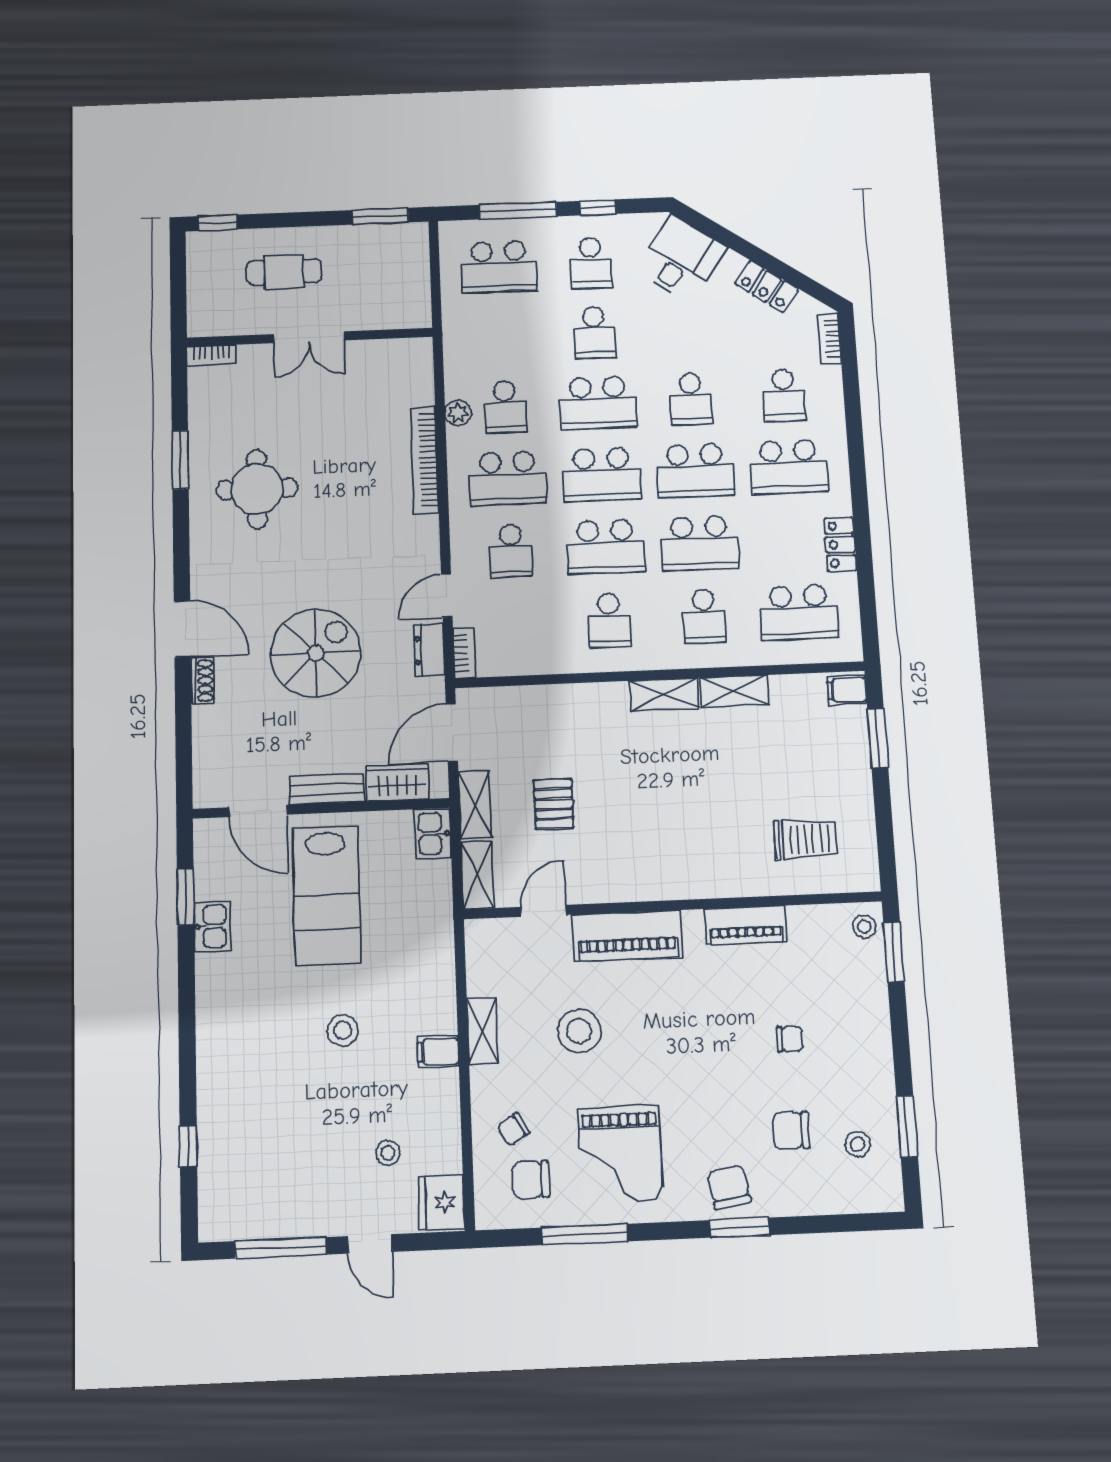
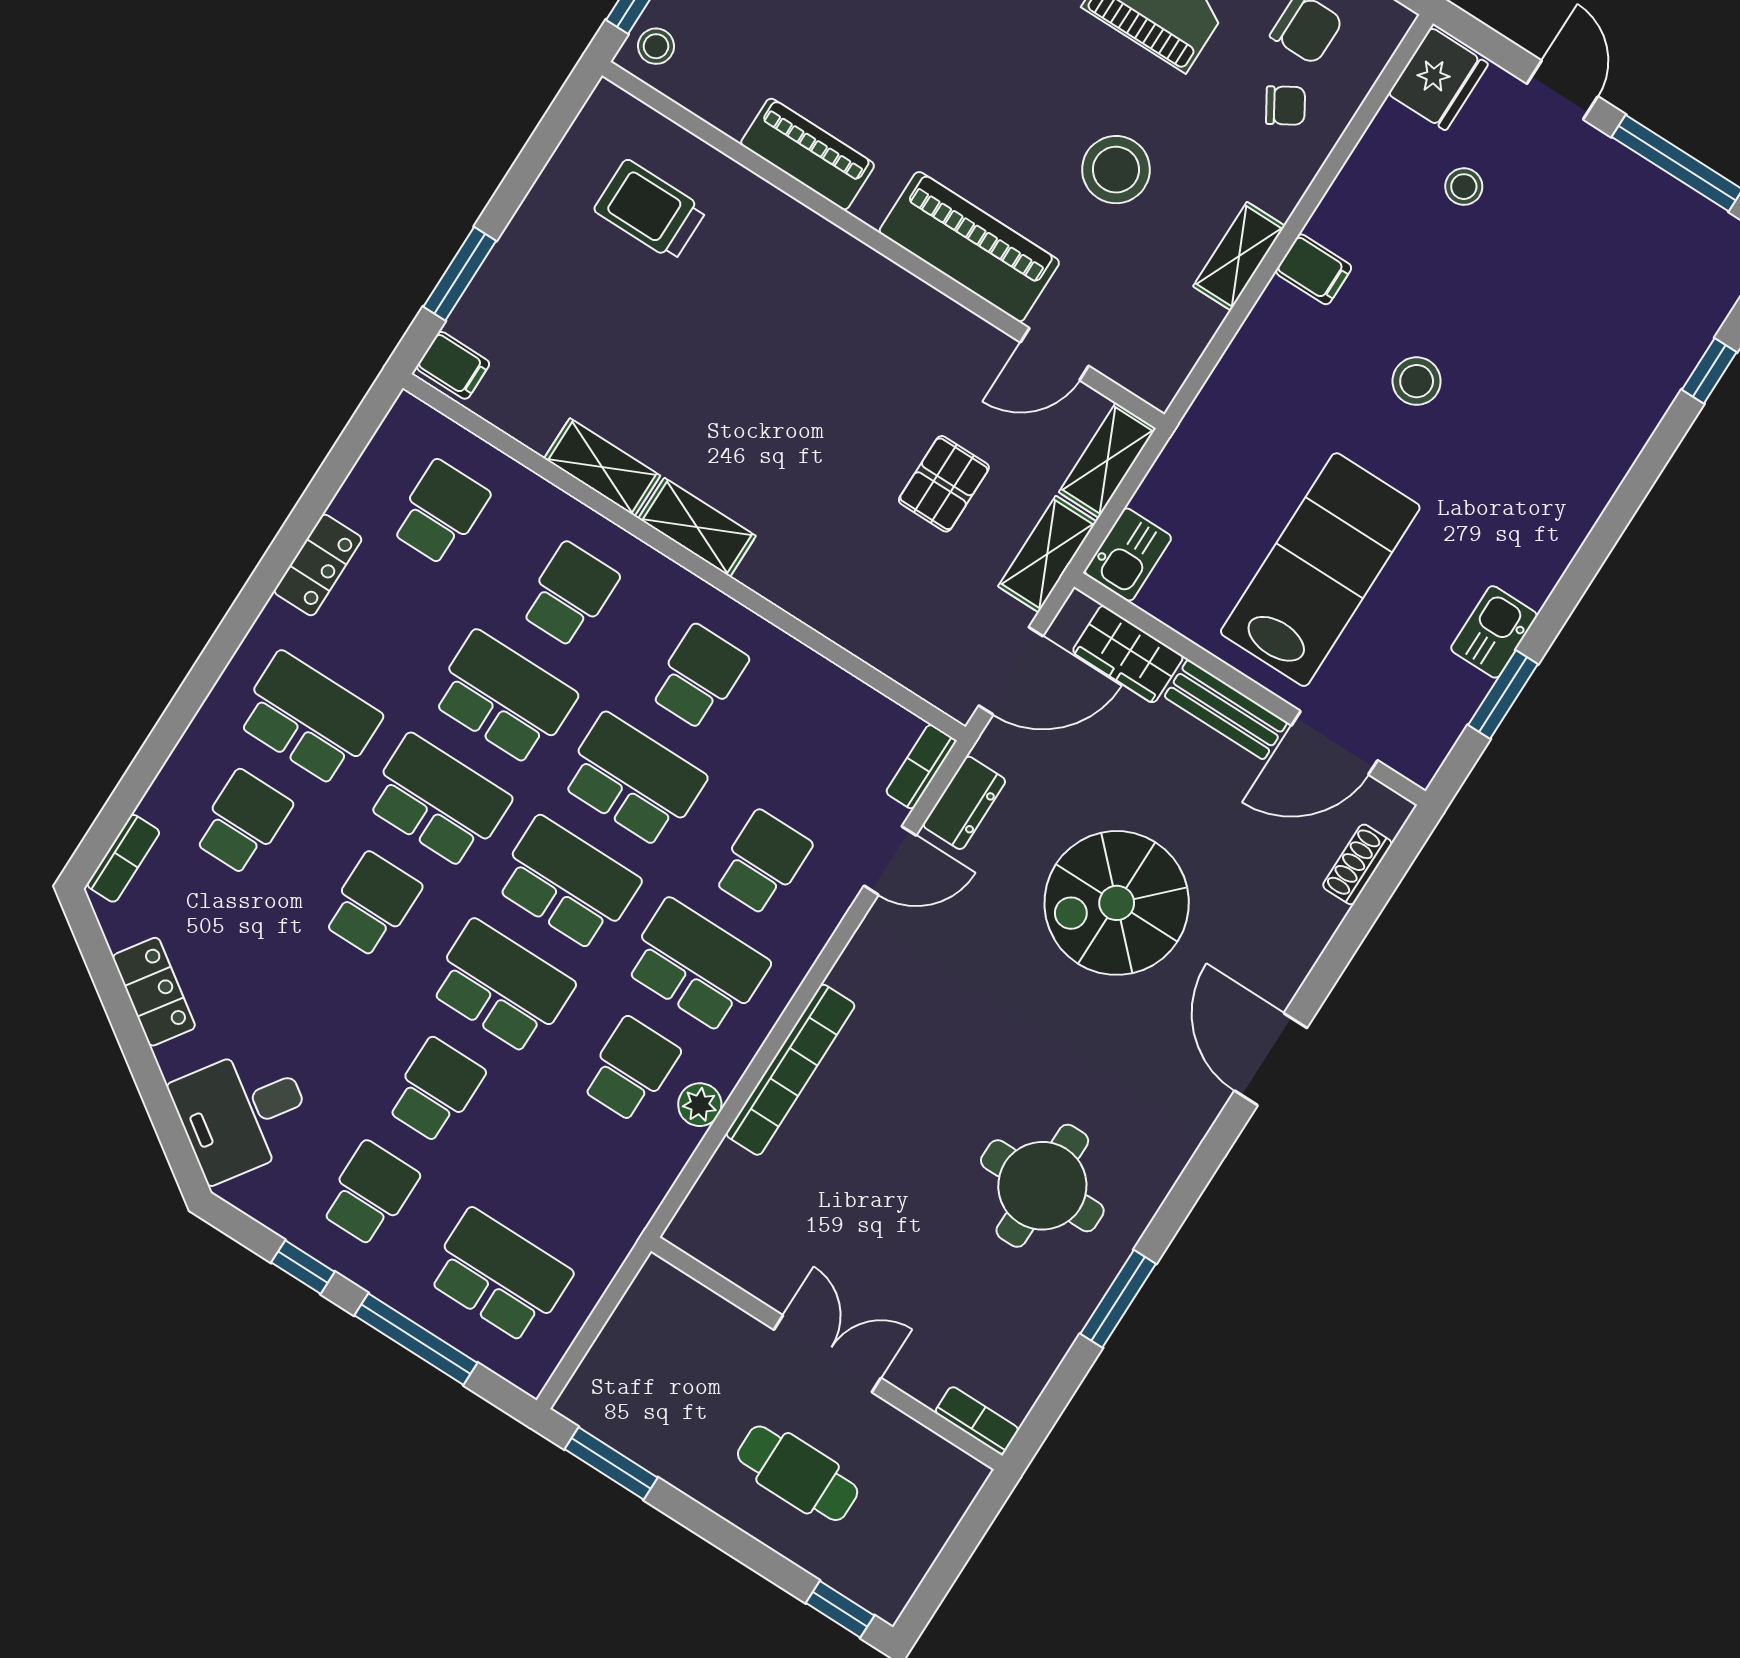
school desk: (799, 612) -> (440, 512), width x0.54
shoe rack: (203, 681) -> (1357, 864), moved
door: (258, 811) -> (1335, 743), swing flipped

